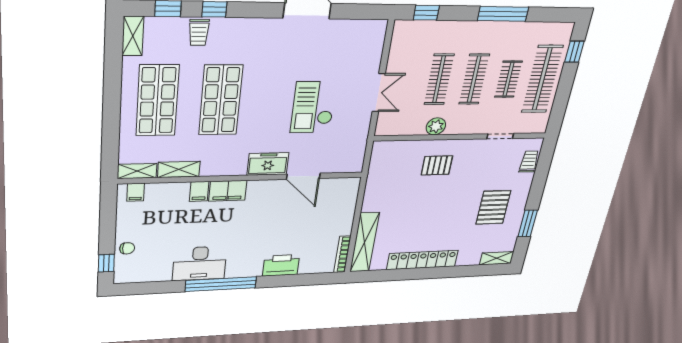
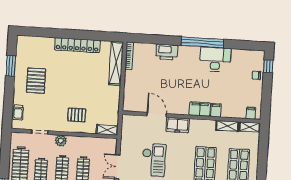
plant: (436, 126) -> (61, 141), moved
shelving: (497, 258) -> (107, 130), moved

